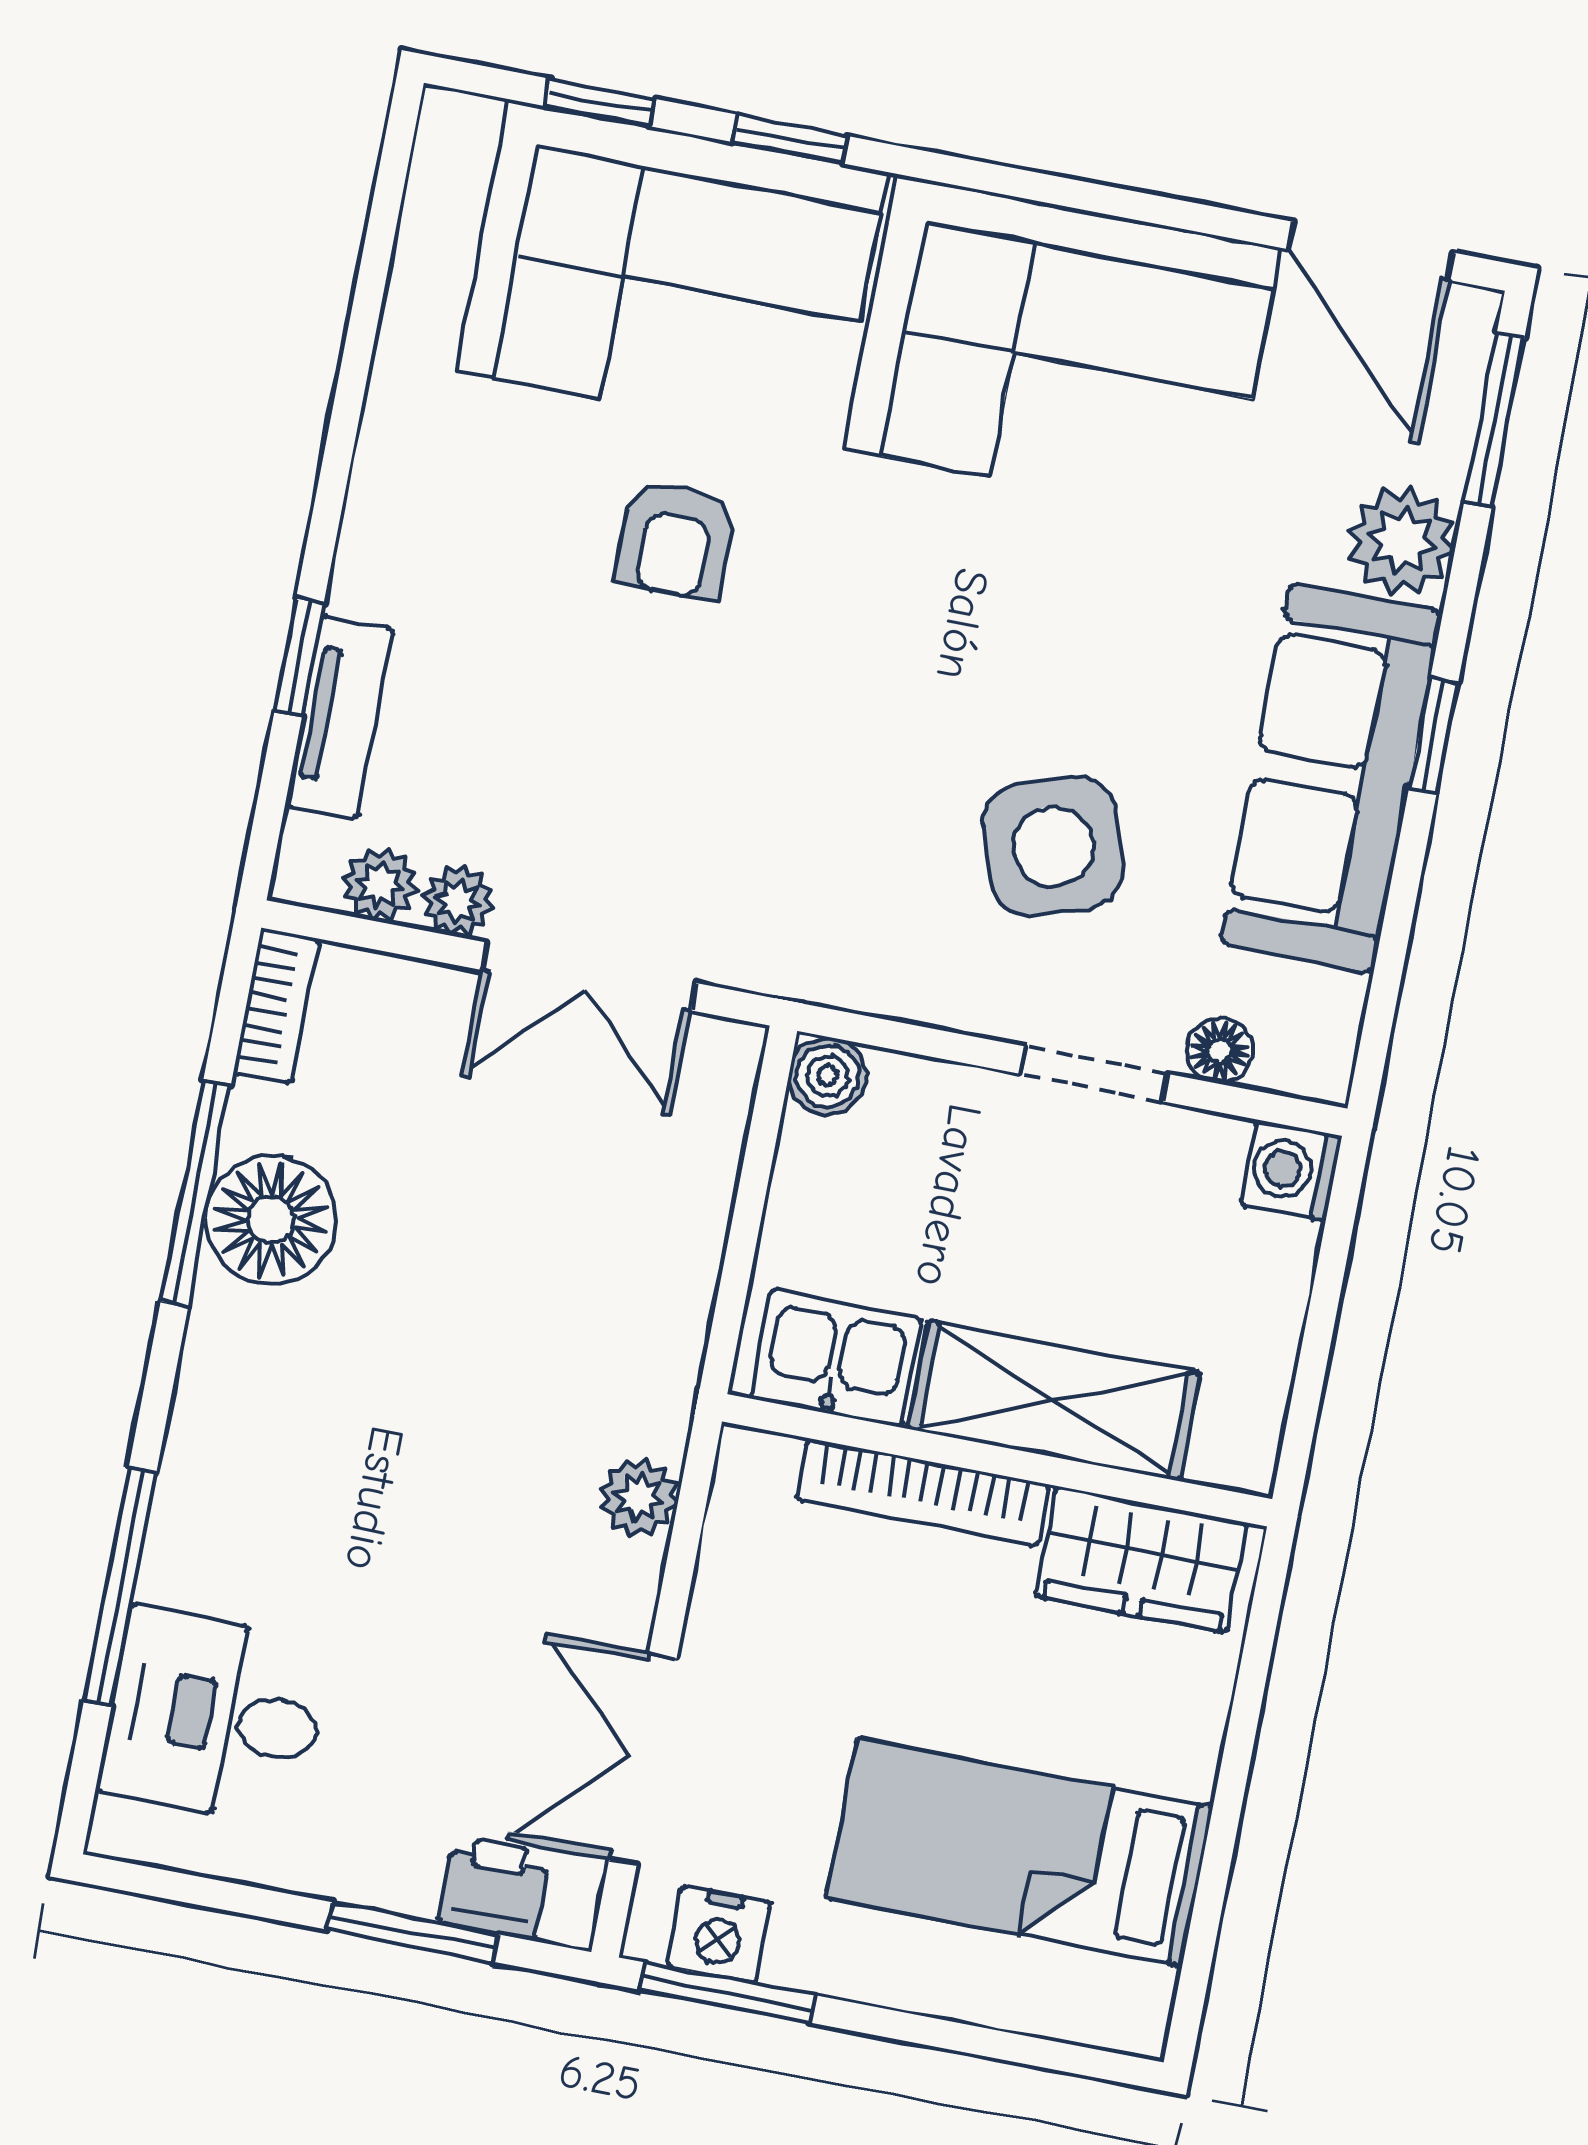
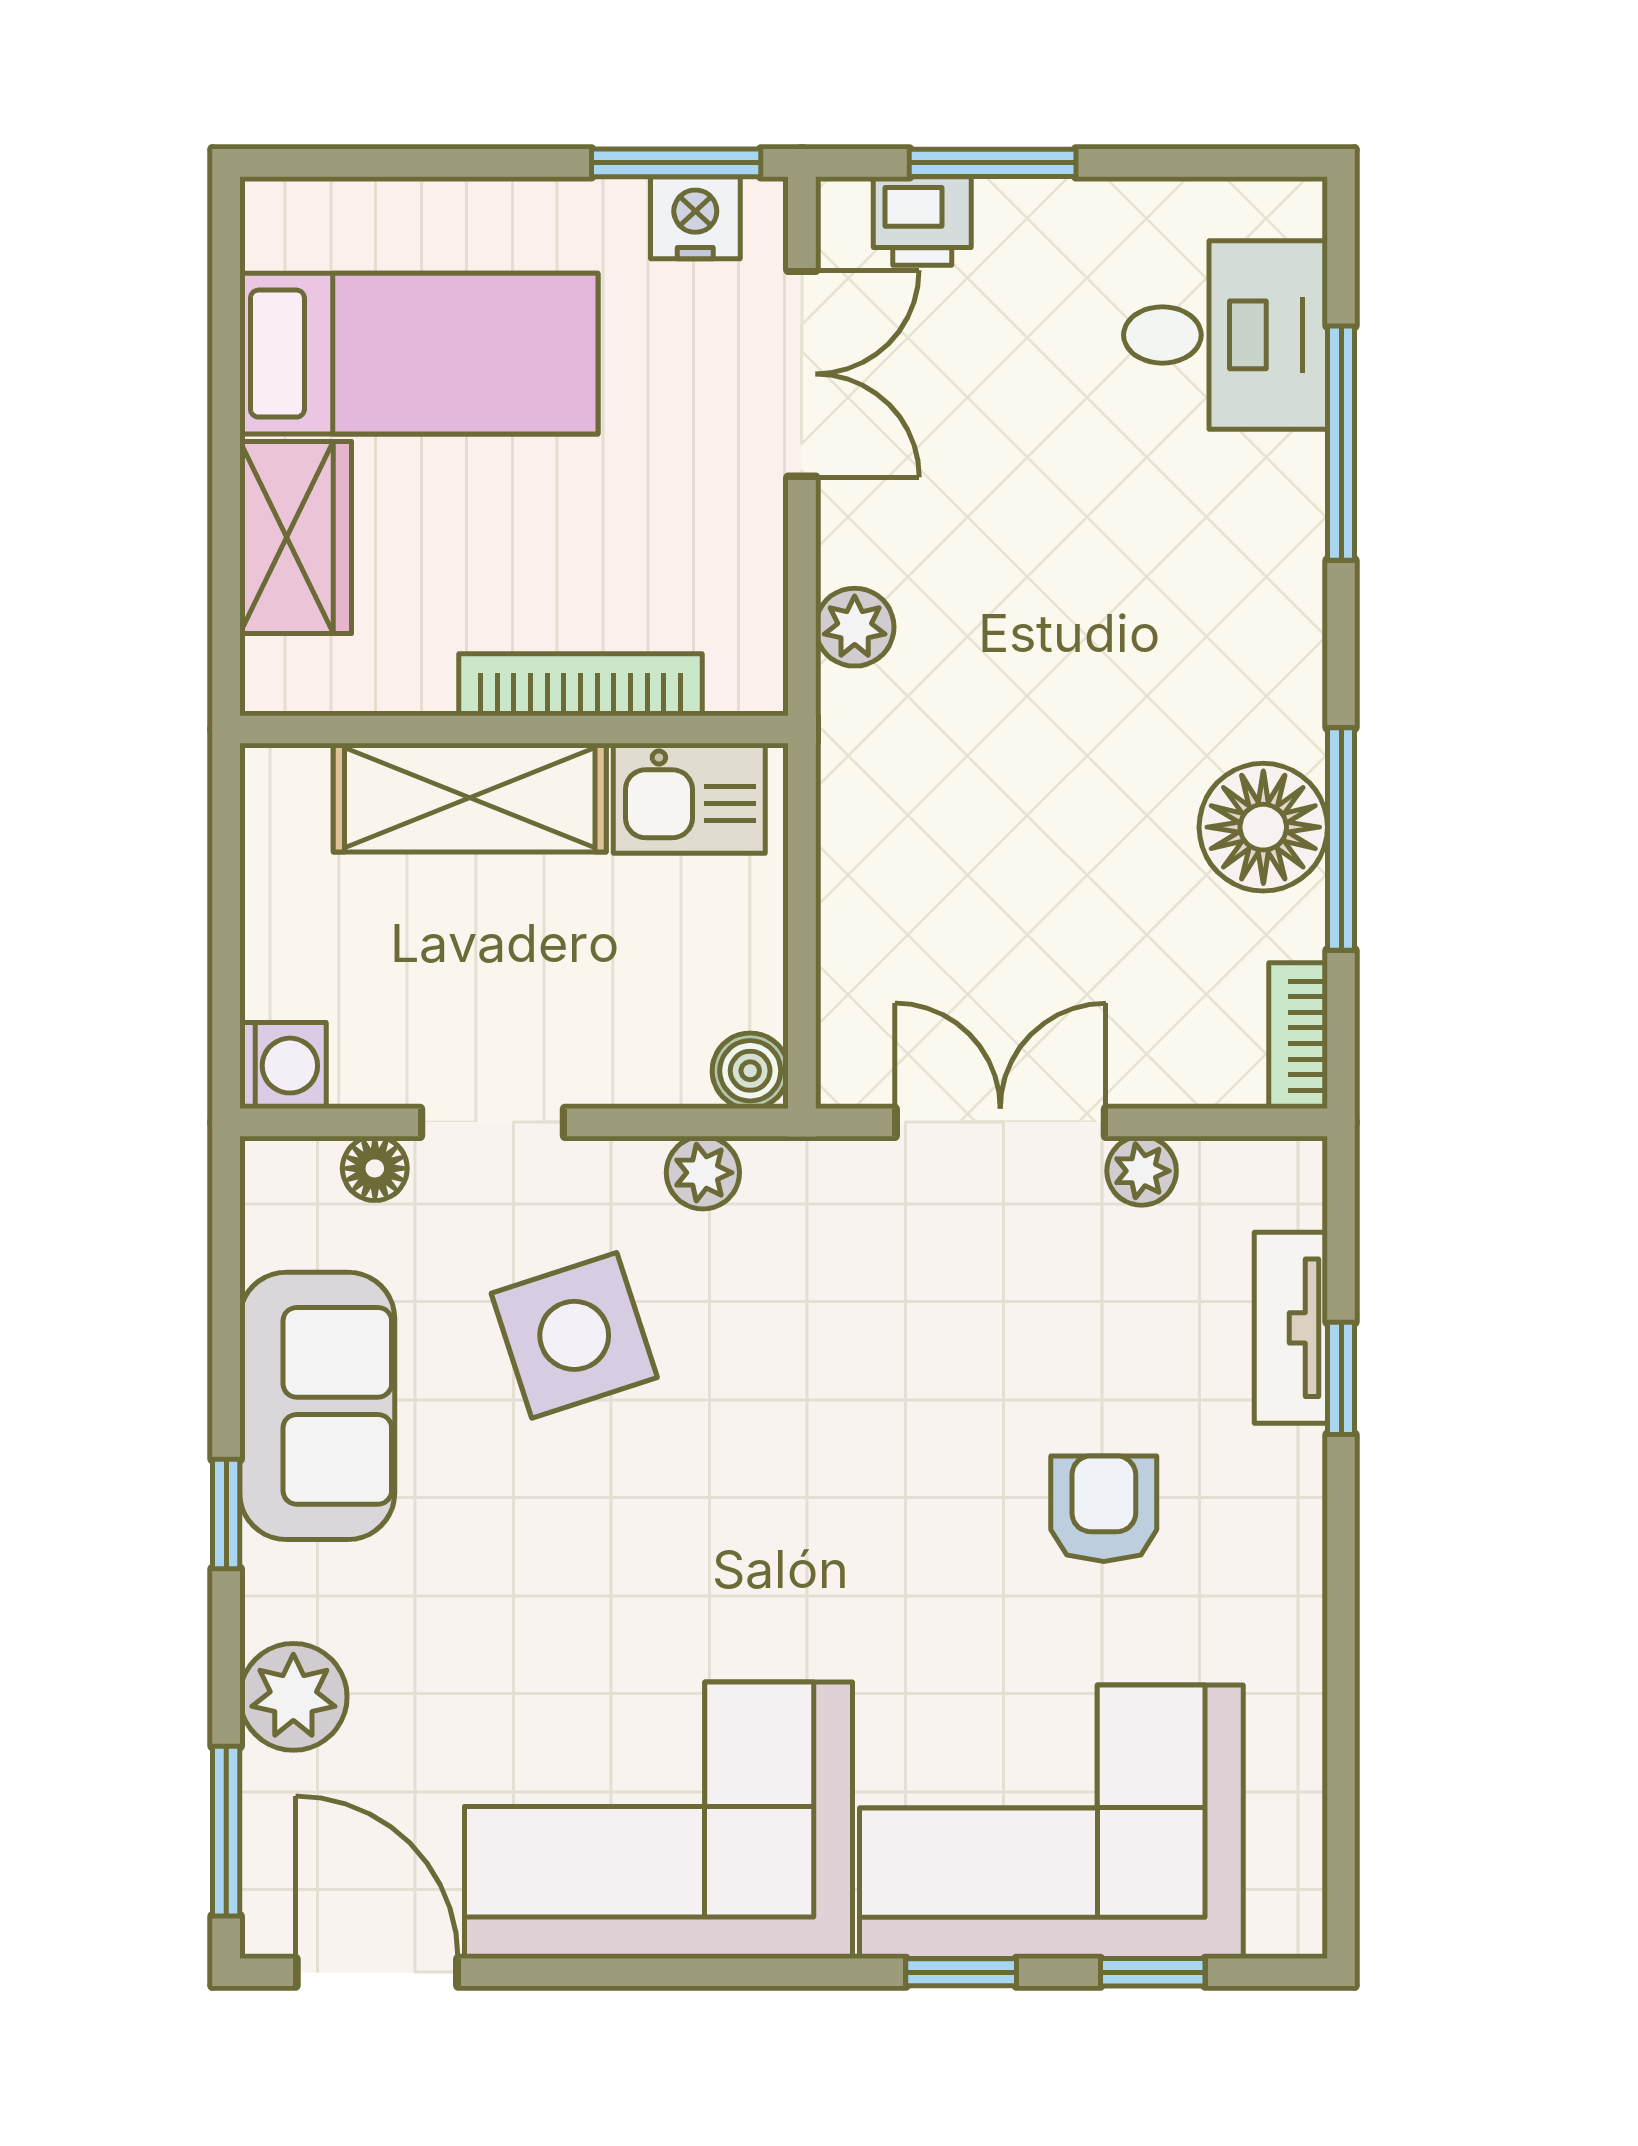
armchair: (676, 540) -> (1104, 1509), moved
sofa: (1331, 778) -> (317, 1406), width x0.73
plant: (380, 885) -> (703, 1173), moved
wardrobe: (1141, 1560) -> (296, 537), moved, turned 90

